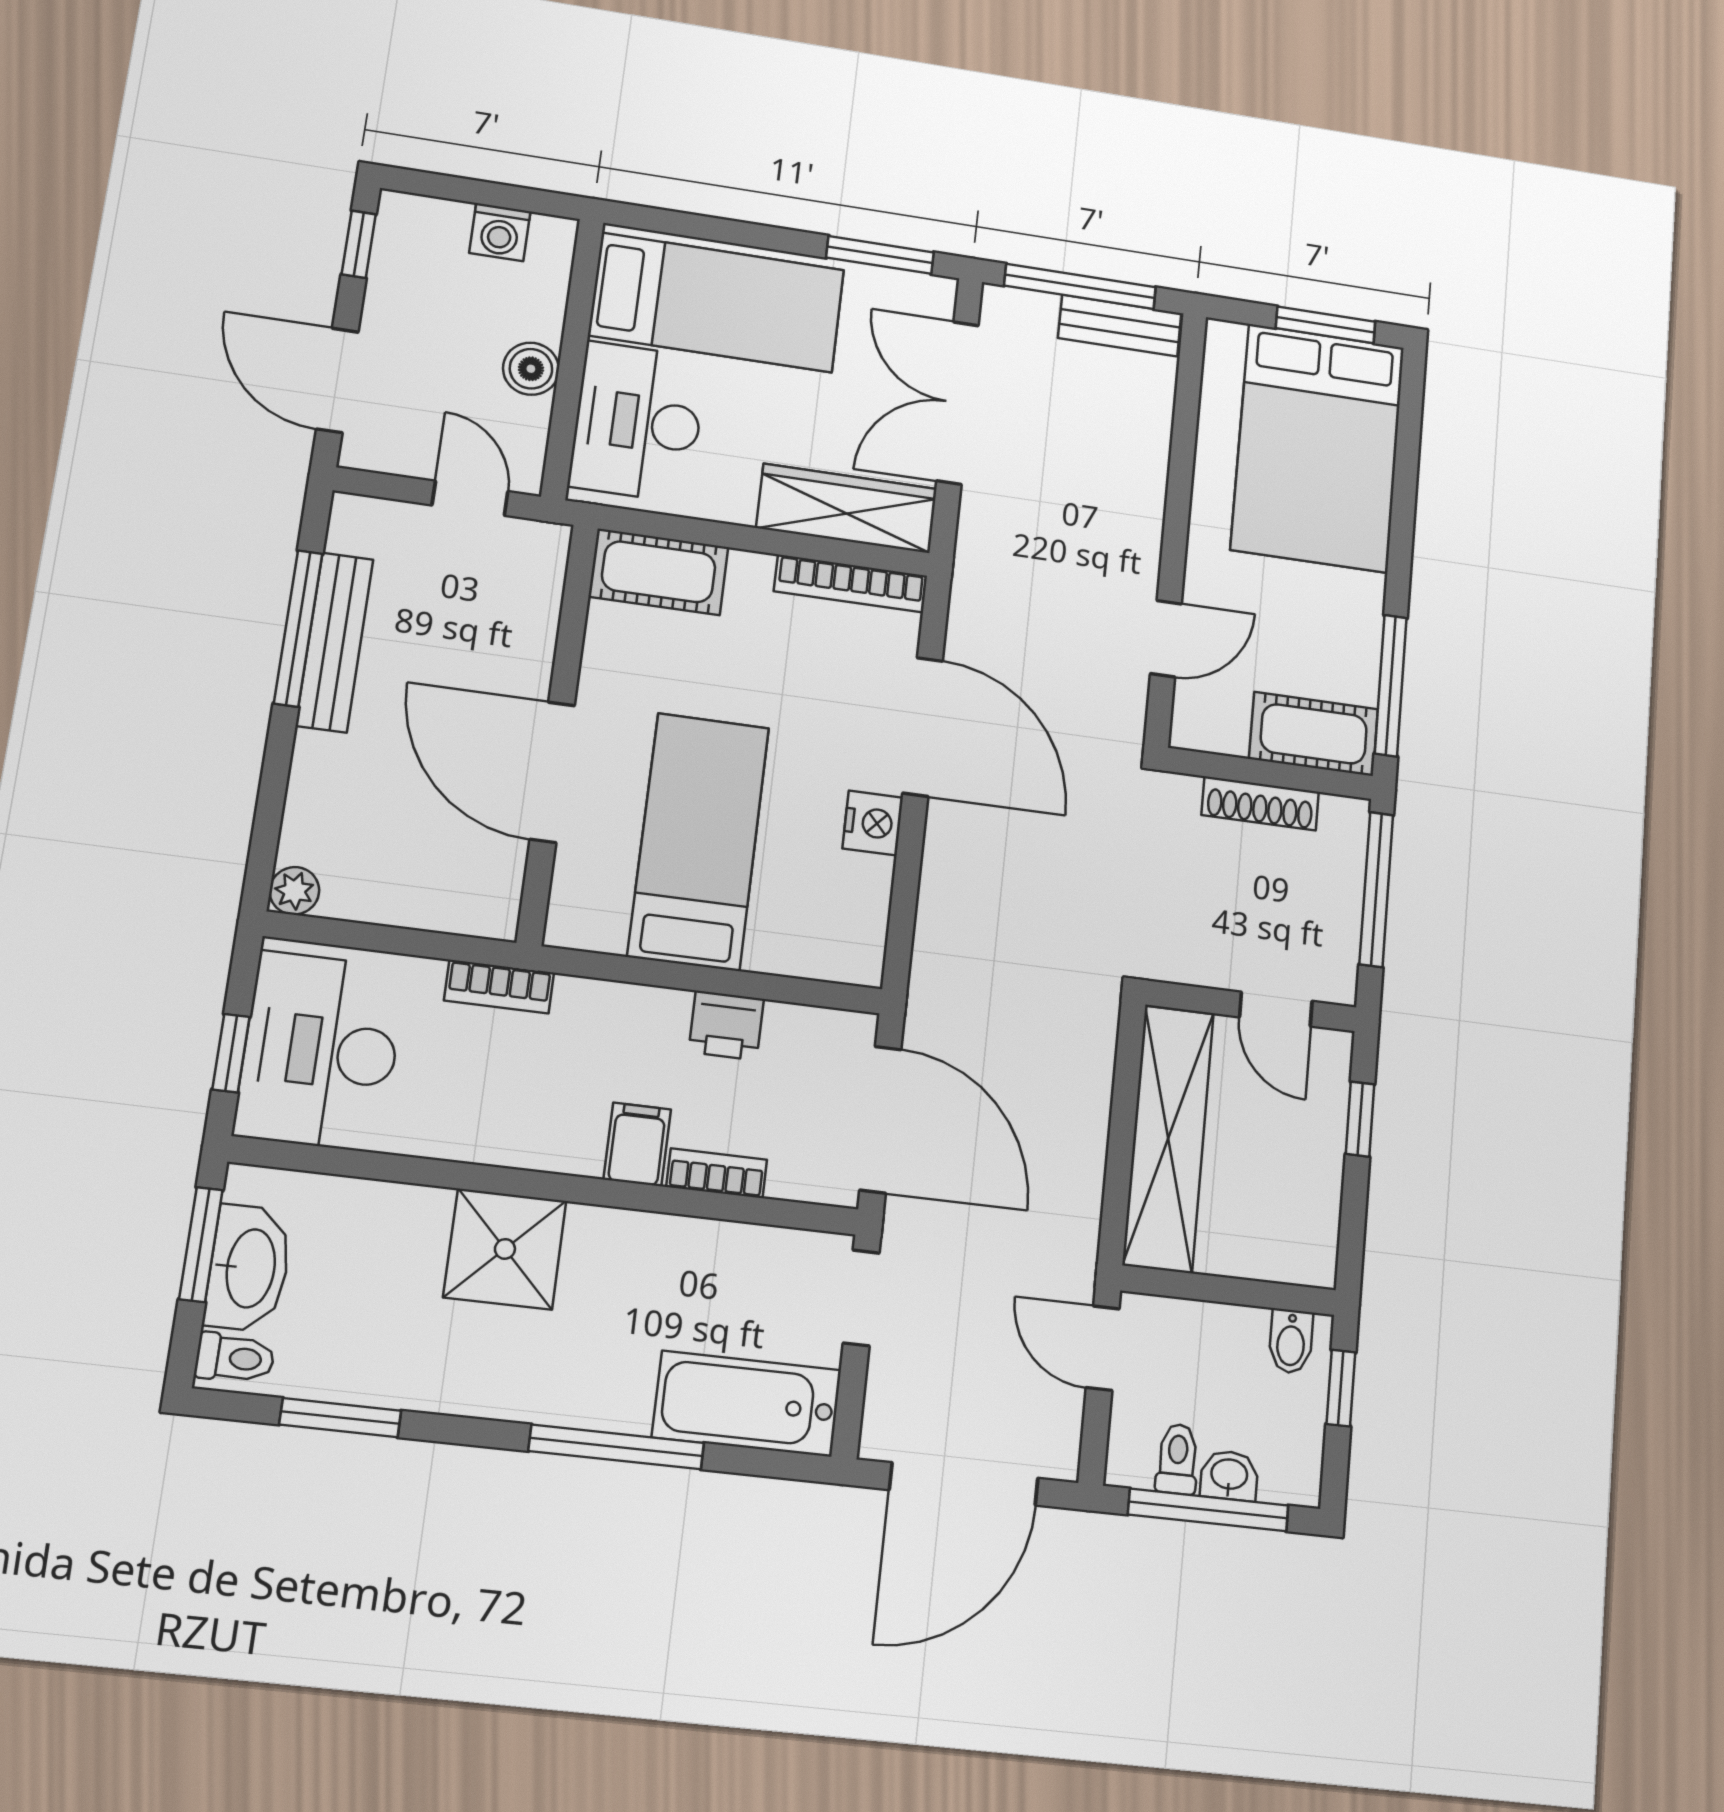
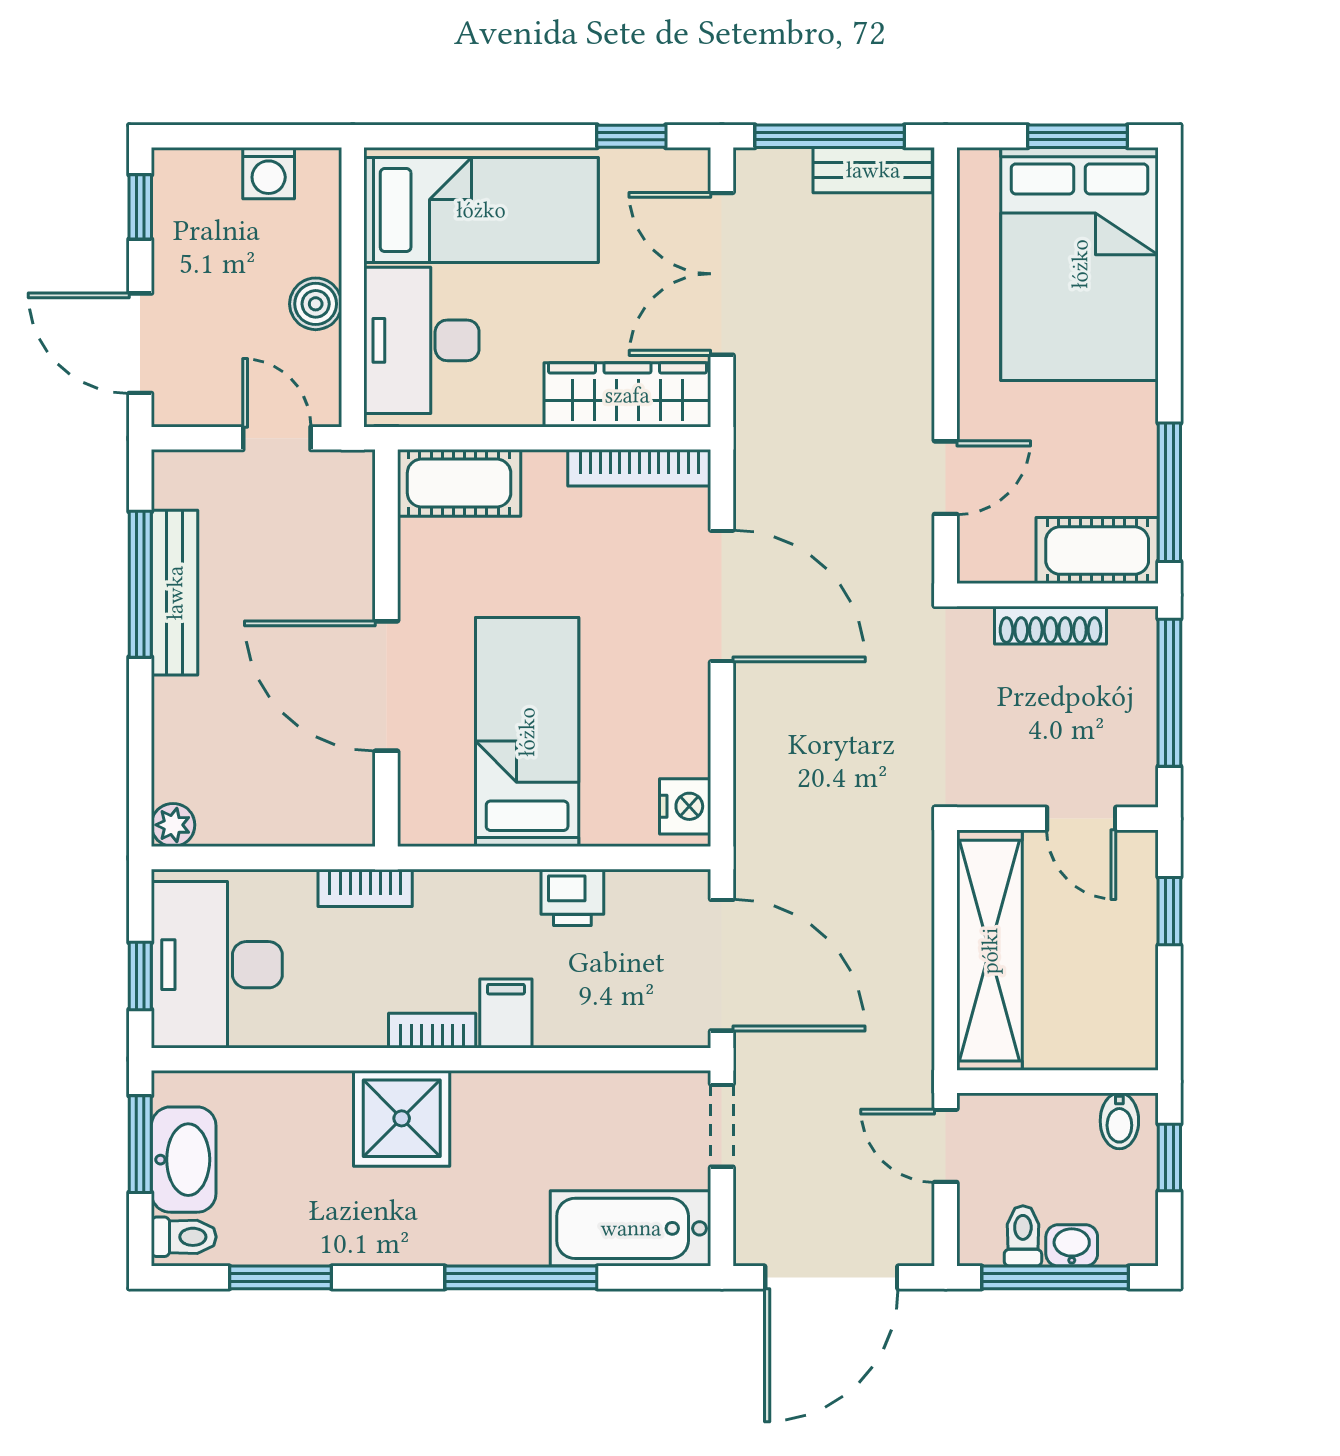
window: (880, 255) -> (631, 136), width x0.67
nightstand: (873, 823) -> (685, 806), moved
bookcase: (717, 1173) -> (432, 1031), moved

